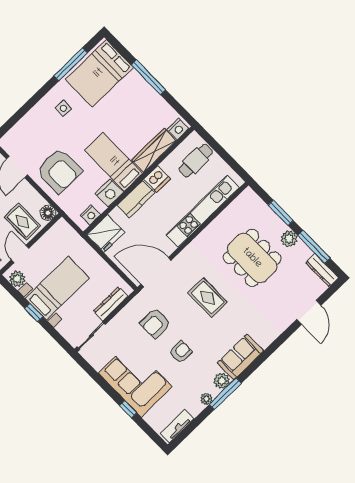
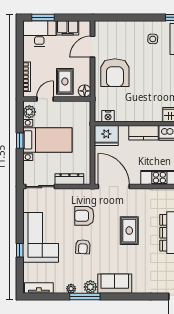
bed: (114, 162) -> (152, 99), removed
nightstand: (109, 193) -> (131, 114), removed
armchair: (181, 352) -> (83, 247), turned 93

